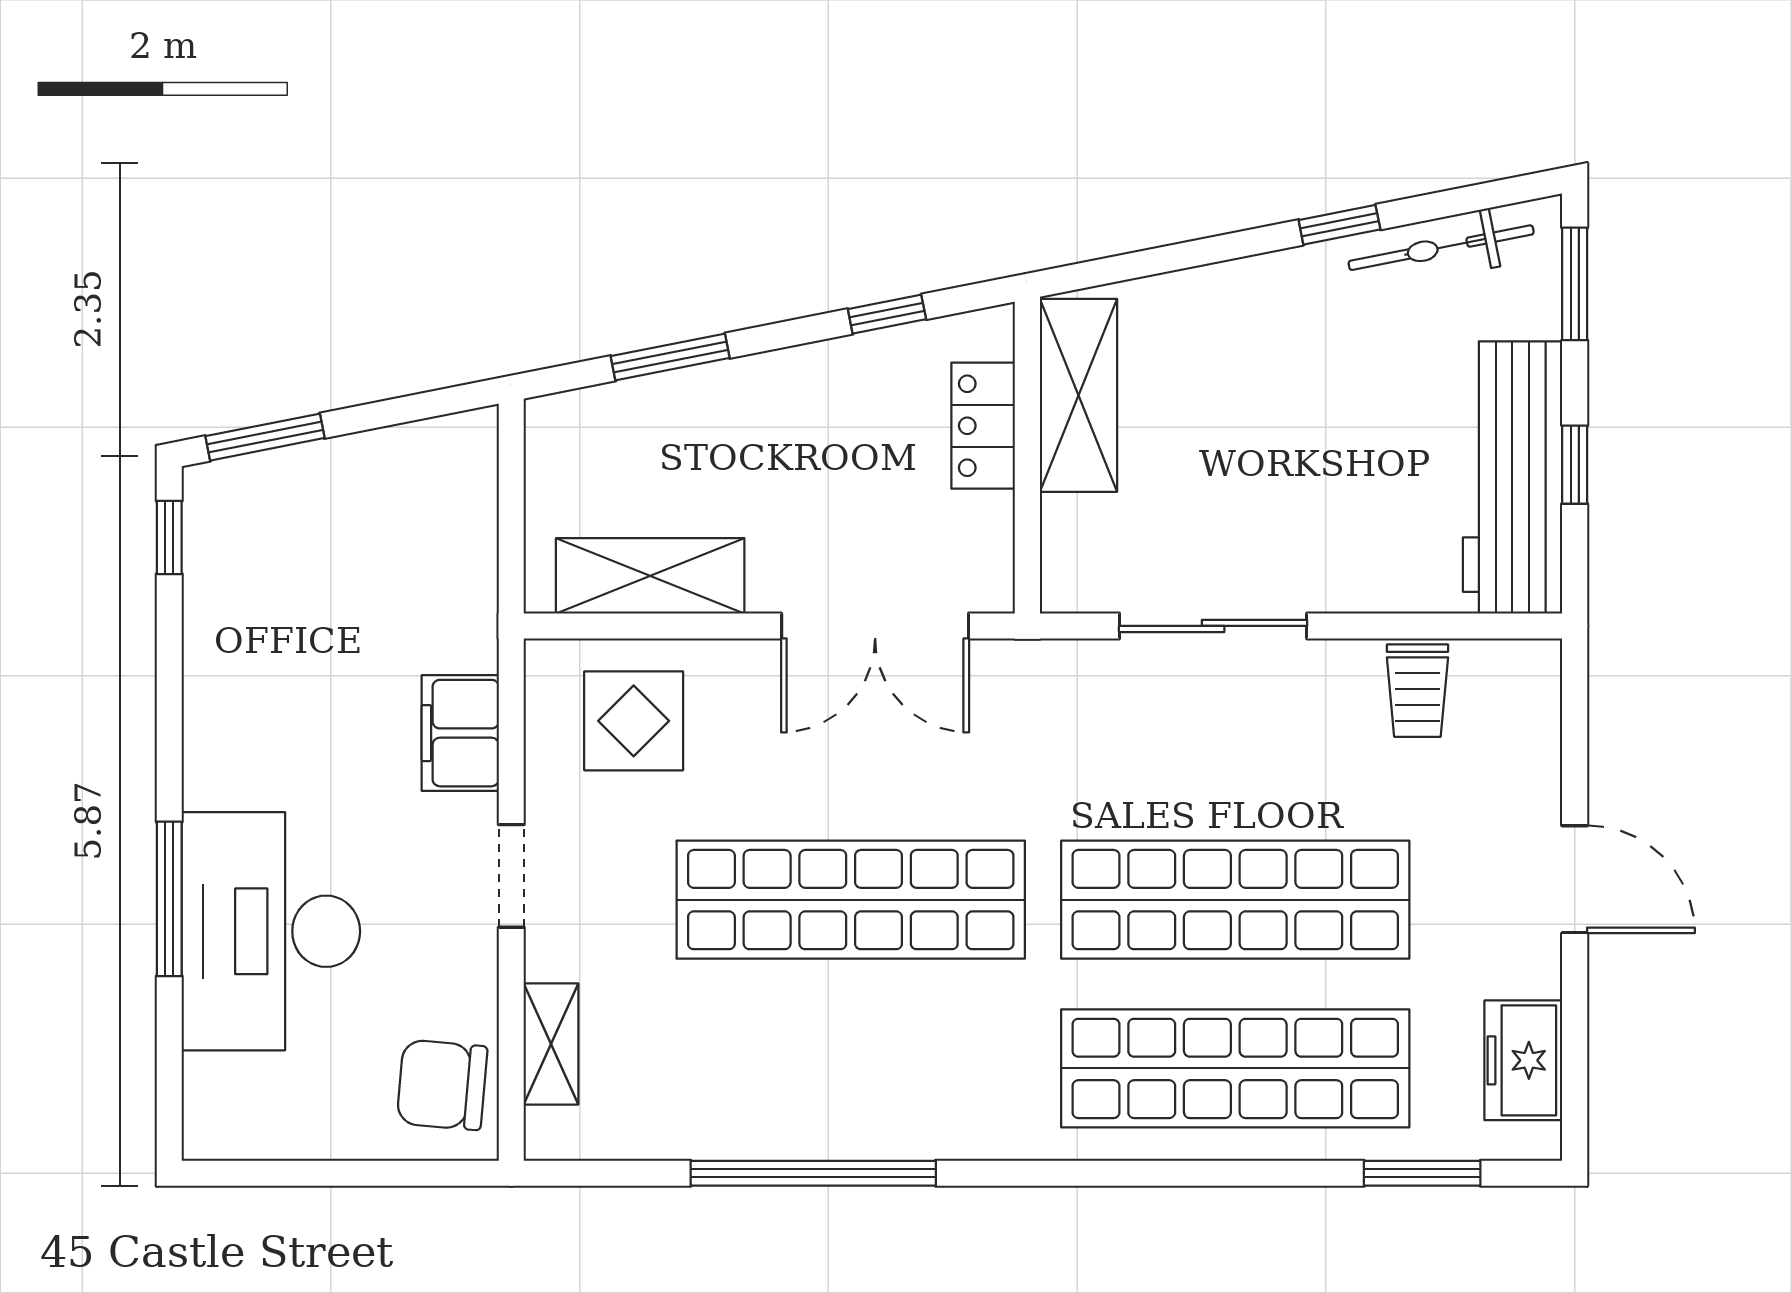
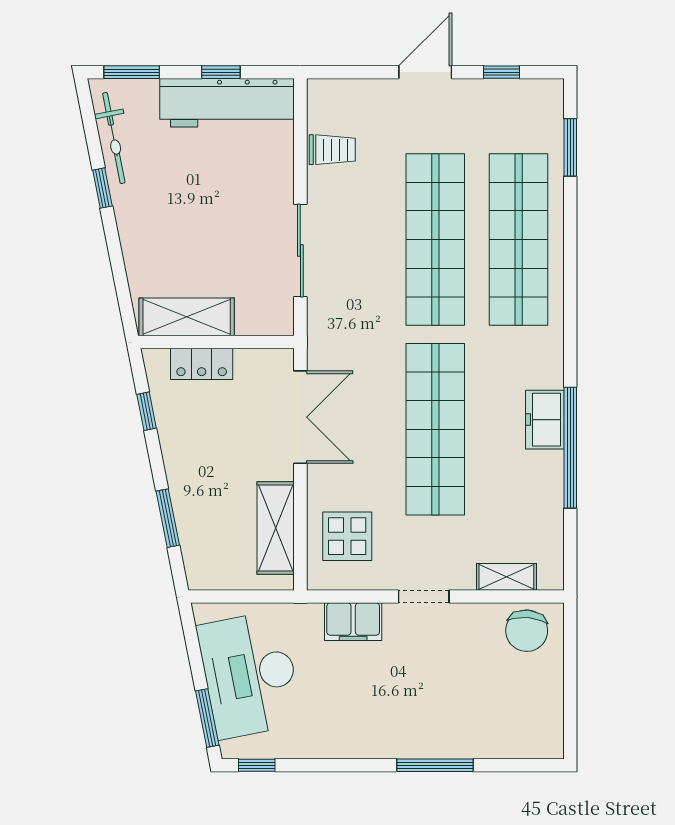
desk: (271, 931) -> (250, 675), moved, turned 79
window: (1575, 1034) -> (502, 72), added
freezer: (1523, 1060) -> (545, 420), moved, turned 90

